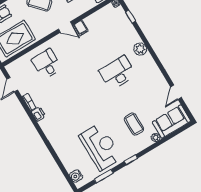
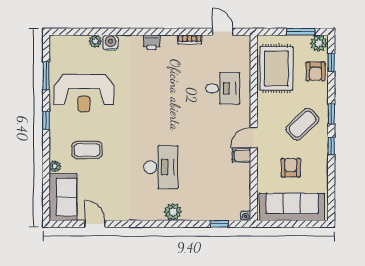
printer: (38, 114) -> (152, 42), moved
plant: (65, 159) -> (95, 41), added
water cooler: (76, 176) -> (110, 43), moved

